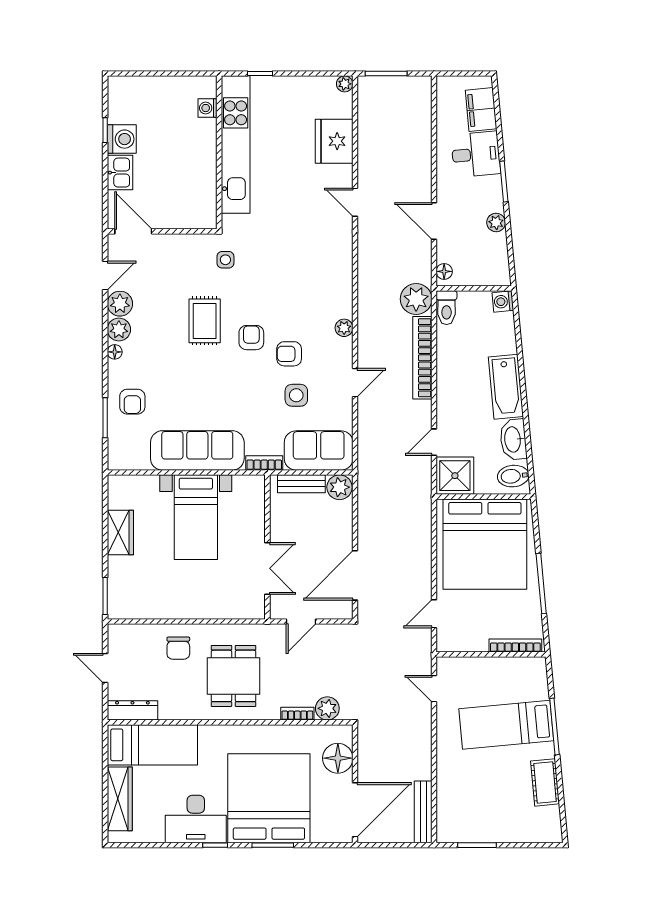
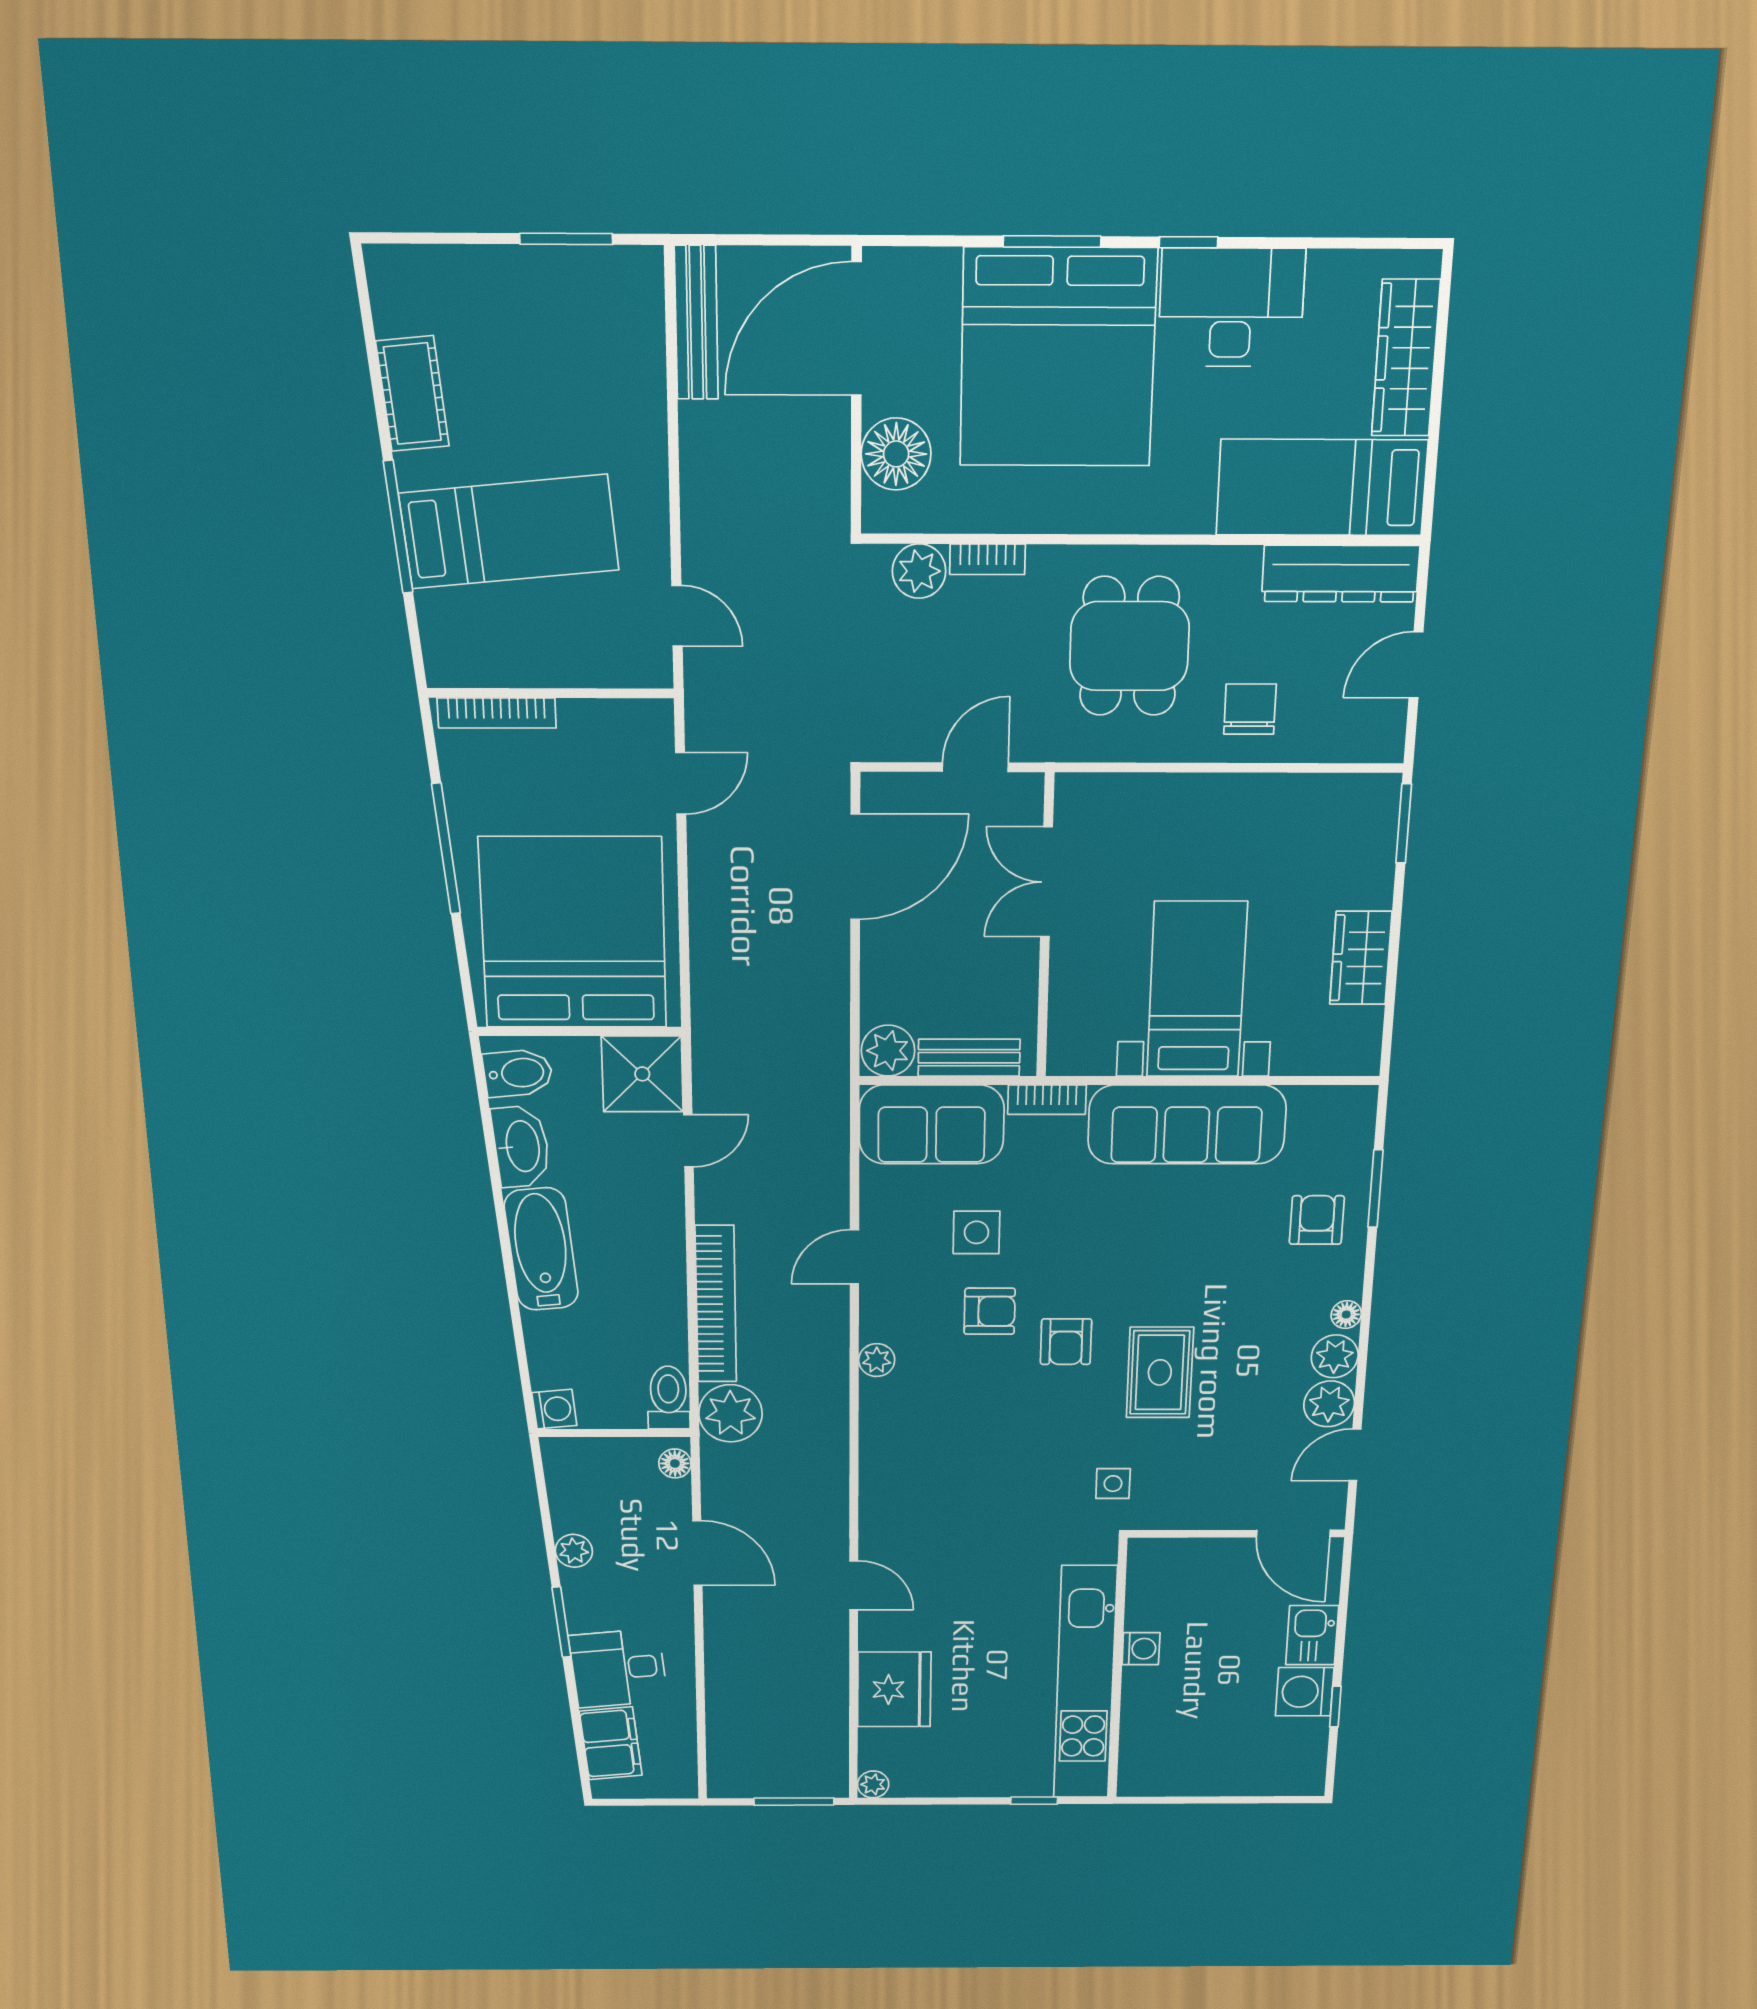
washing machine: (208, 108) -> (1141, 1649), moved
door: (105, 668) -> (1416, 665), swing flipped
dresser: (132, 710) -> (1341, 574), width x1.37, depth x1.24

